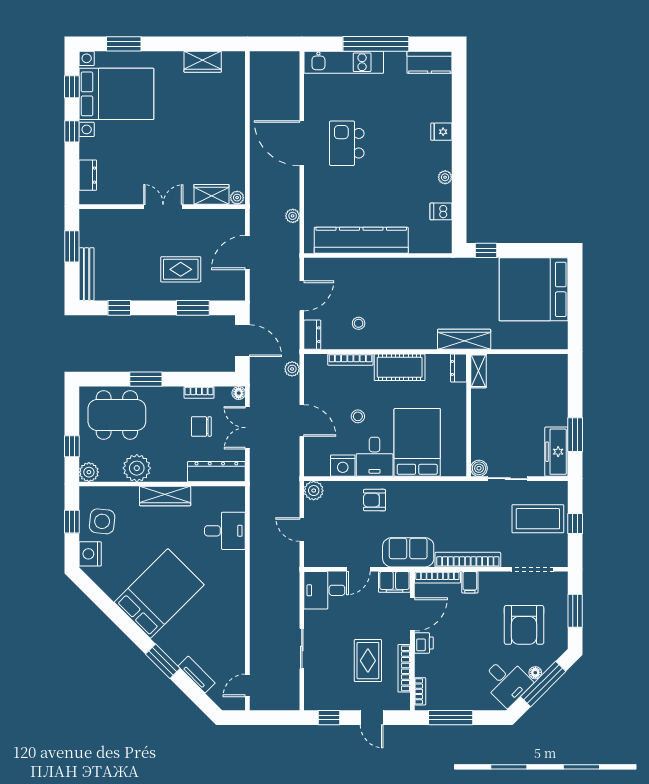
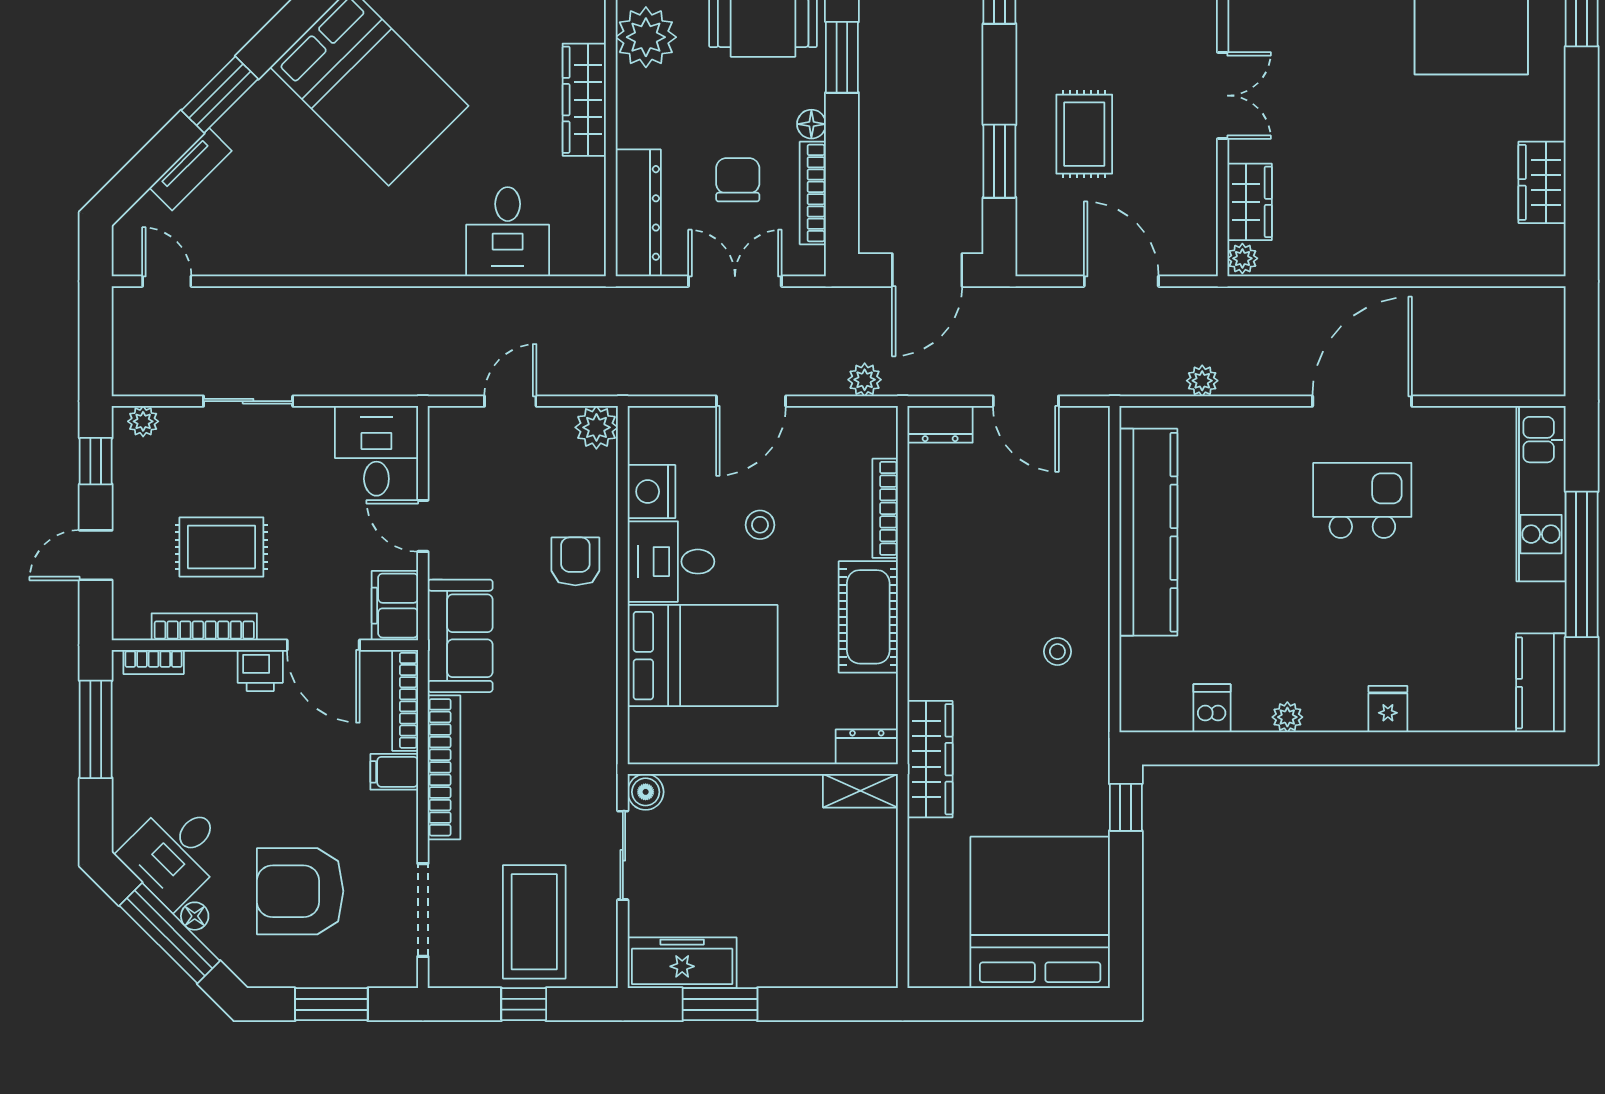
stool: (359, 323) -> (1057, 652), moved
bookcase: (199, 392) -> (813, 193), width x1.56
floor lamp: (239, 393) -> (811, 124), moved
plant: (311, 696) -> (143, 421), added

